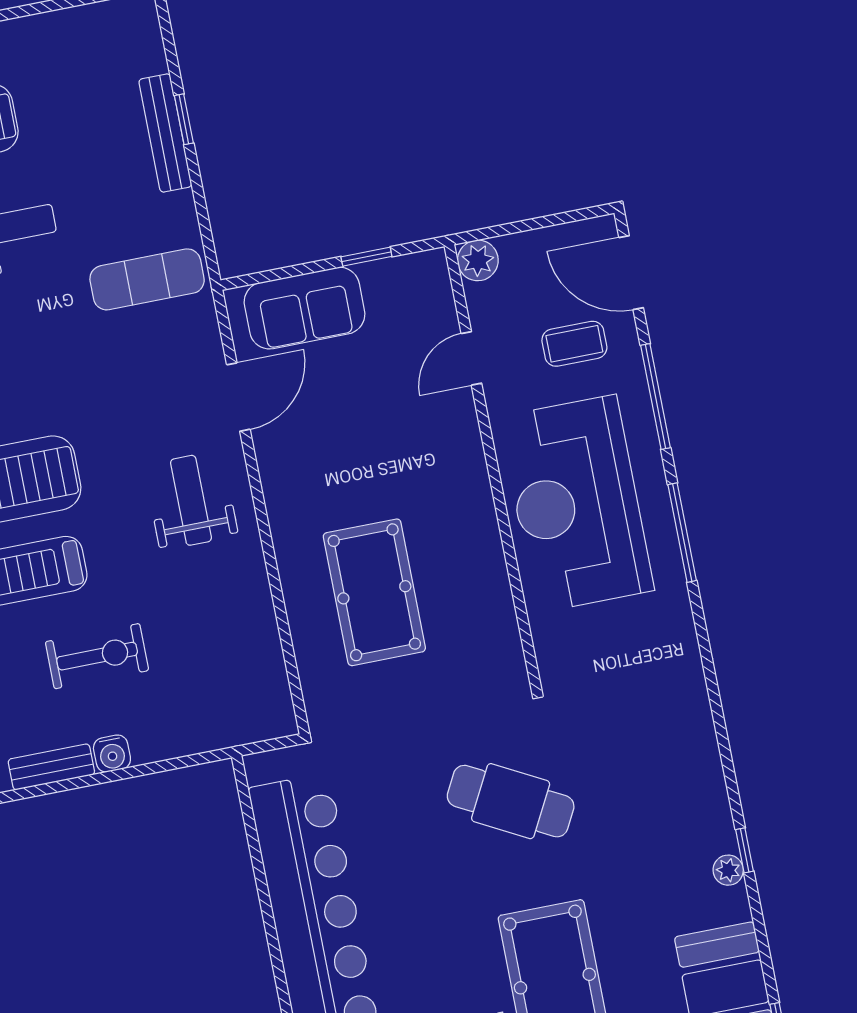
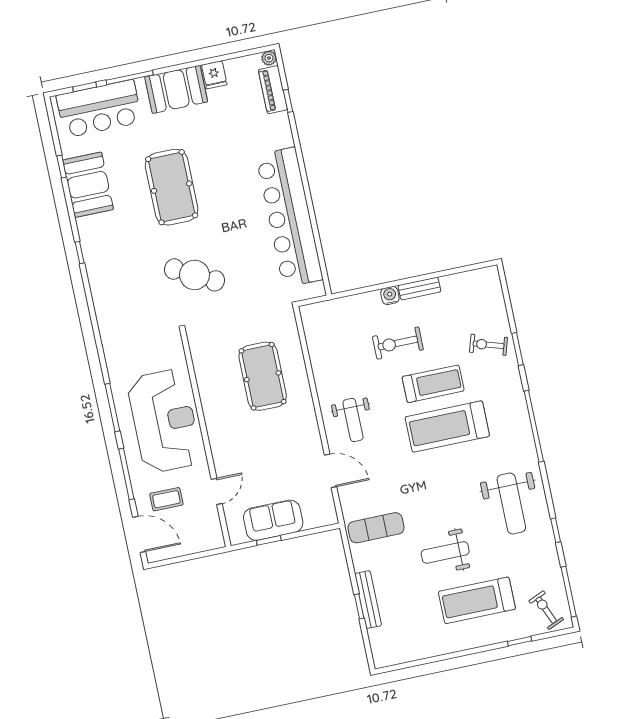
plant: (478, 260) -> (214, 539), removed
sofa: (305, 308) -> (273, 520), moved
door: (238, 397) -> (331, 471), swing flipped
plant: (728, 870) -> (88, 243), removed

